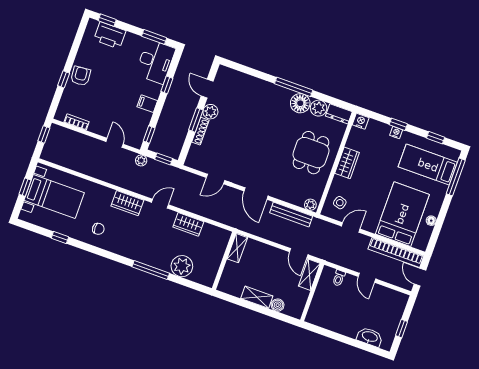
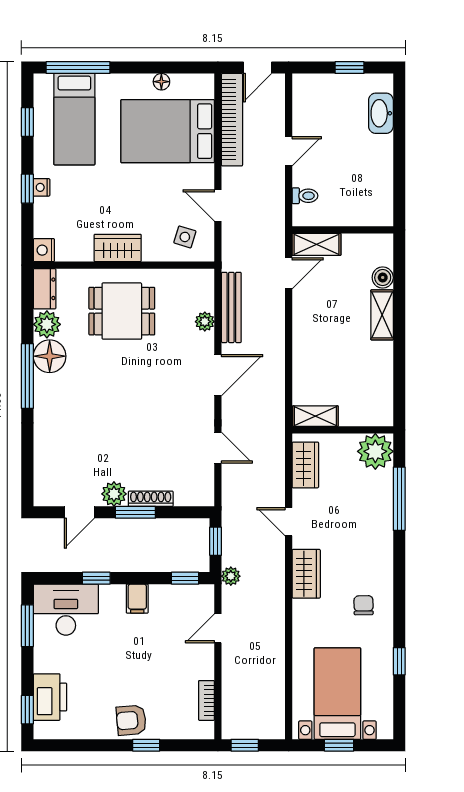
plant: (310, 205) -> (205, 322), moved
shelving: (237, 248) -> (315, 416), moved
wall: (224, 261) -> (343, 430), moved

